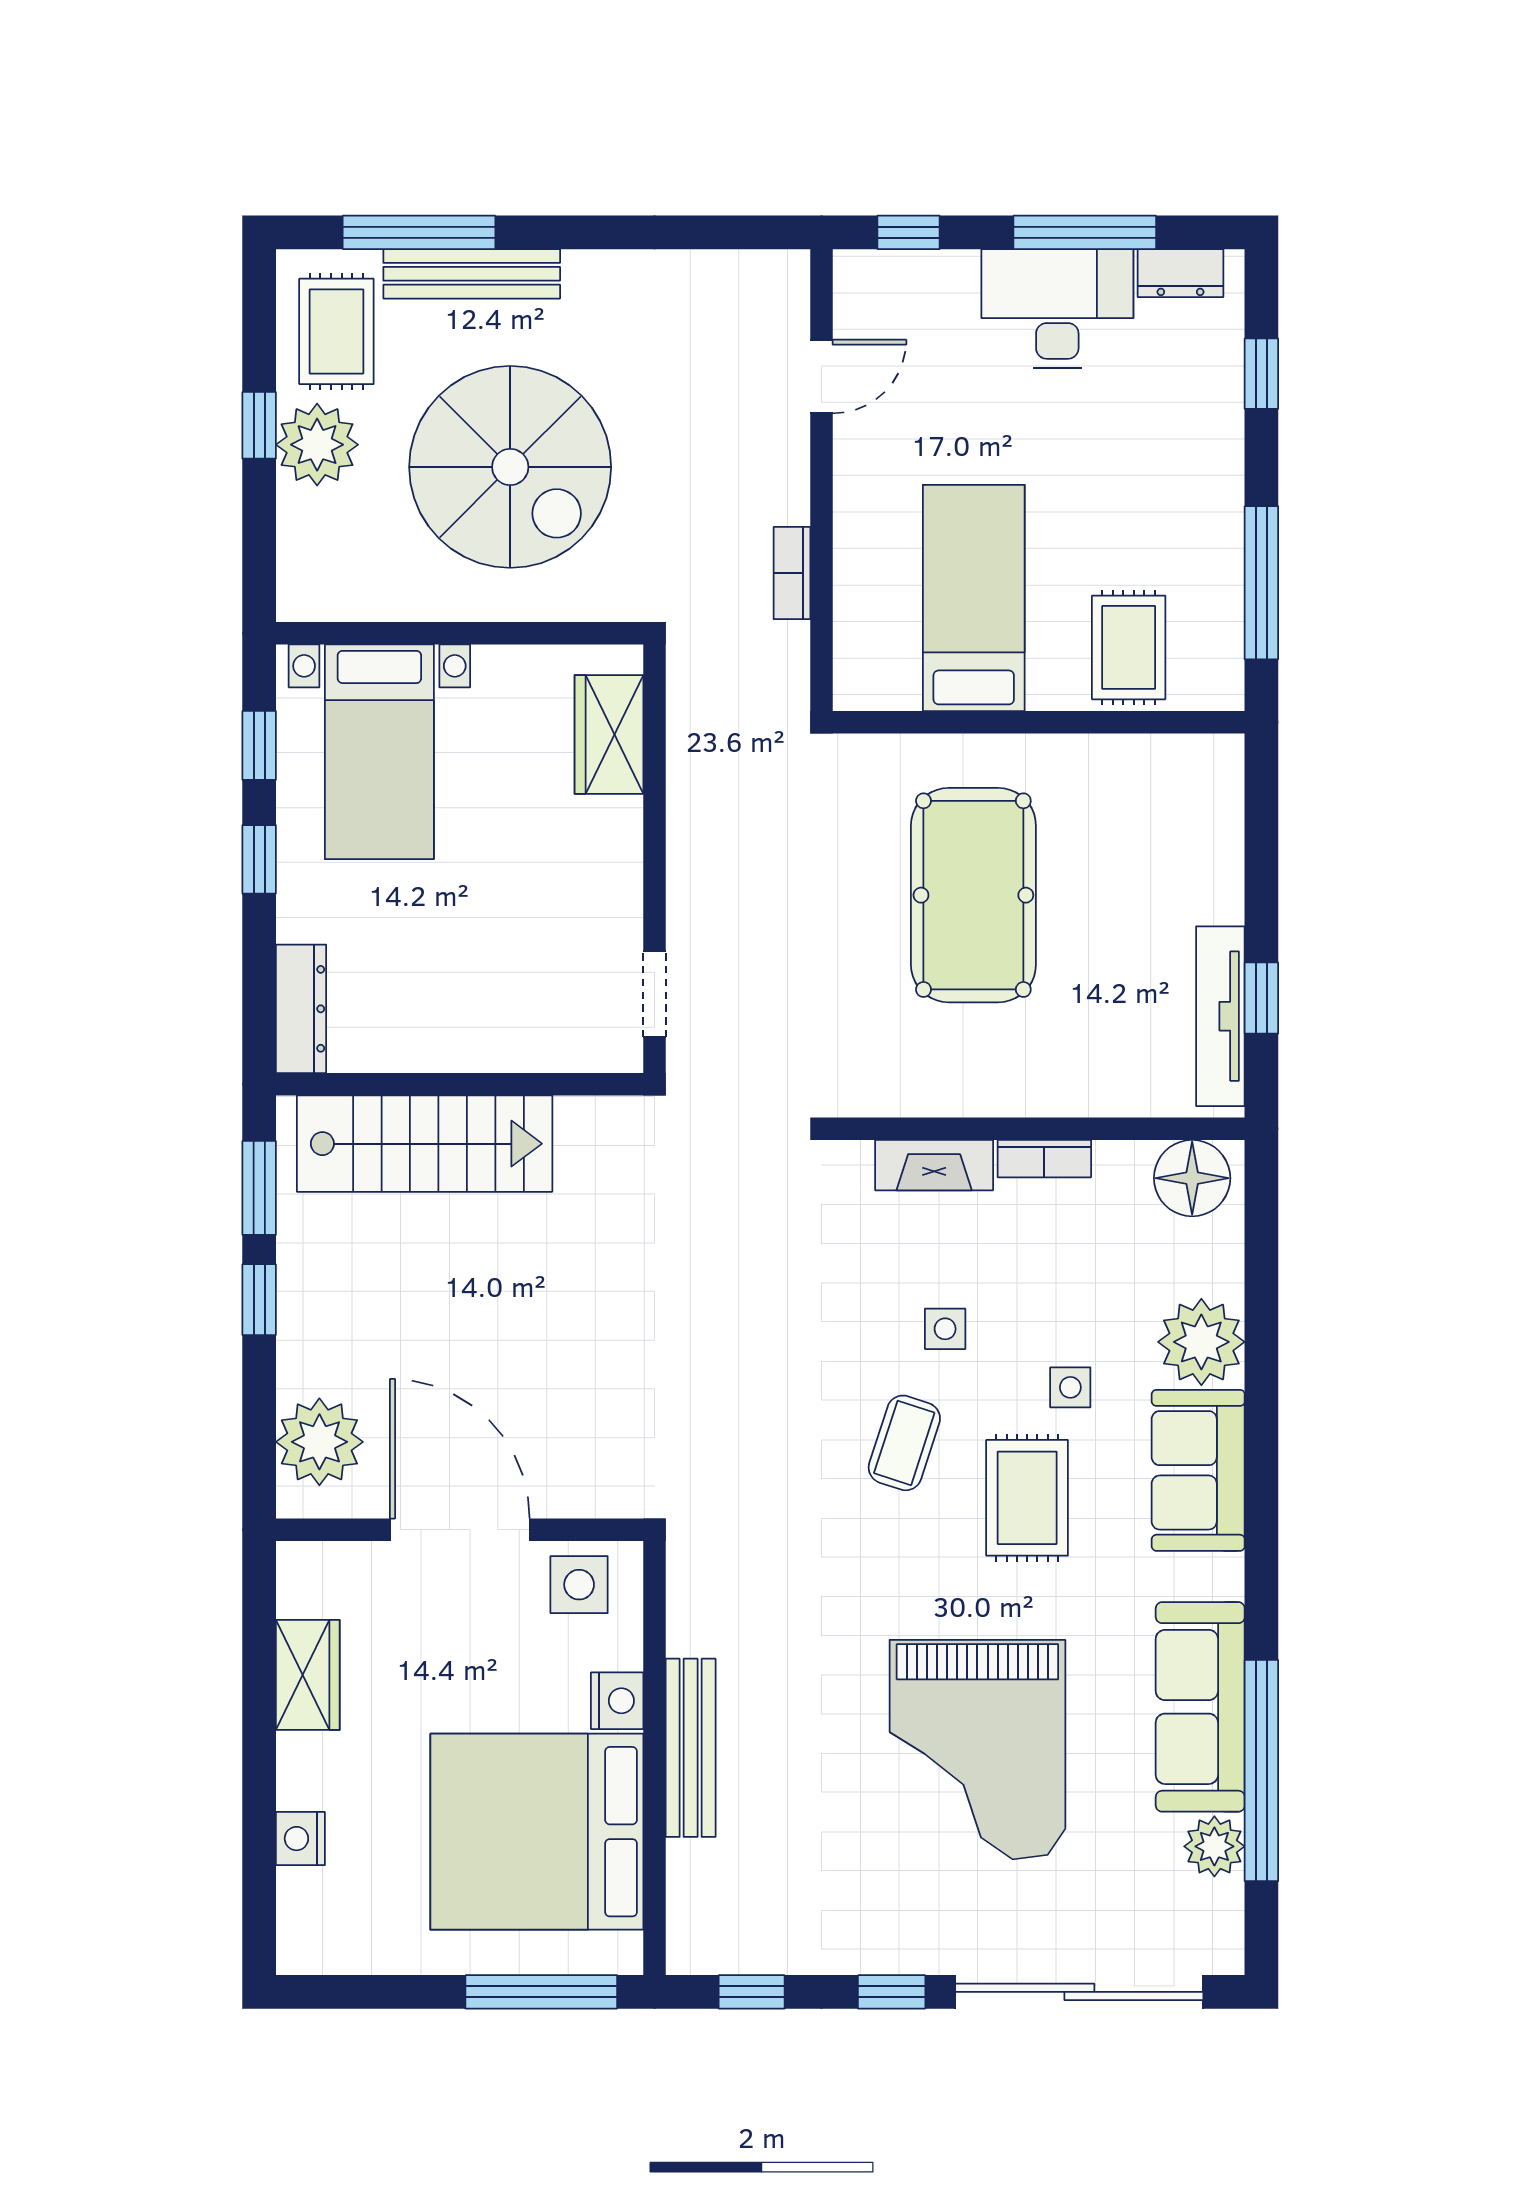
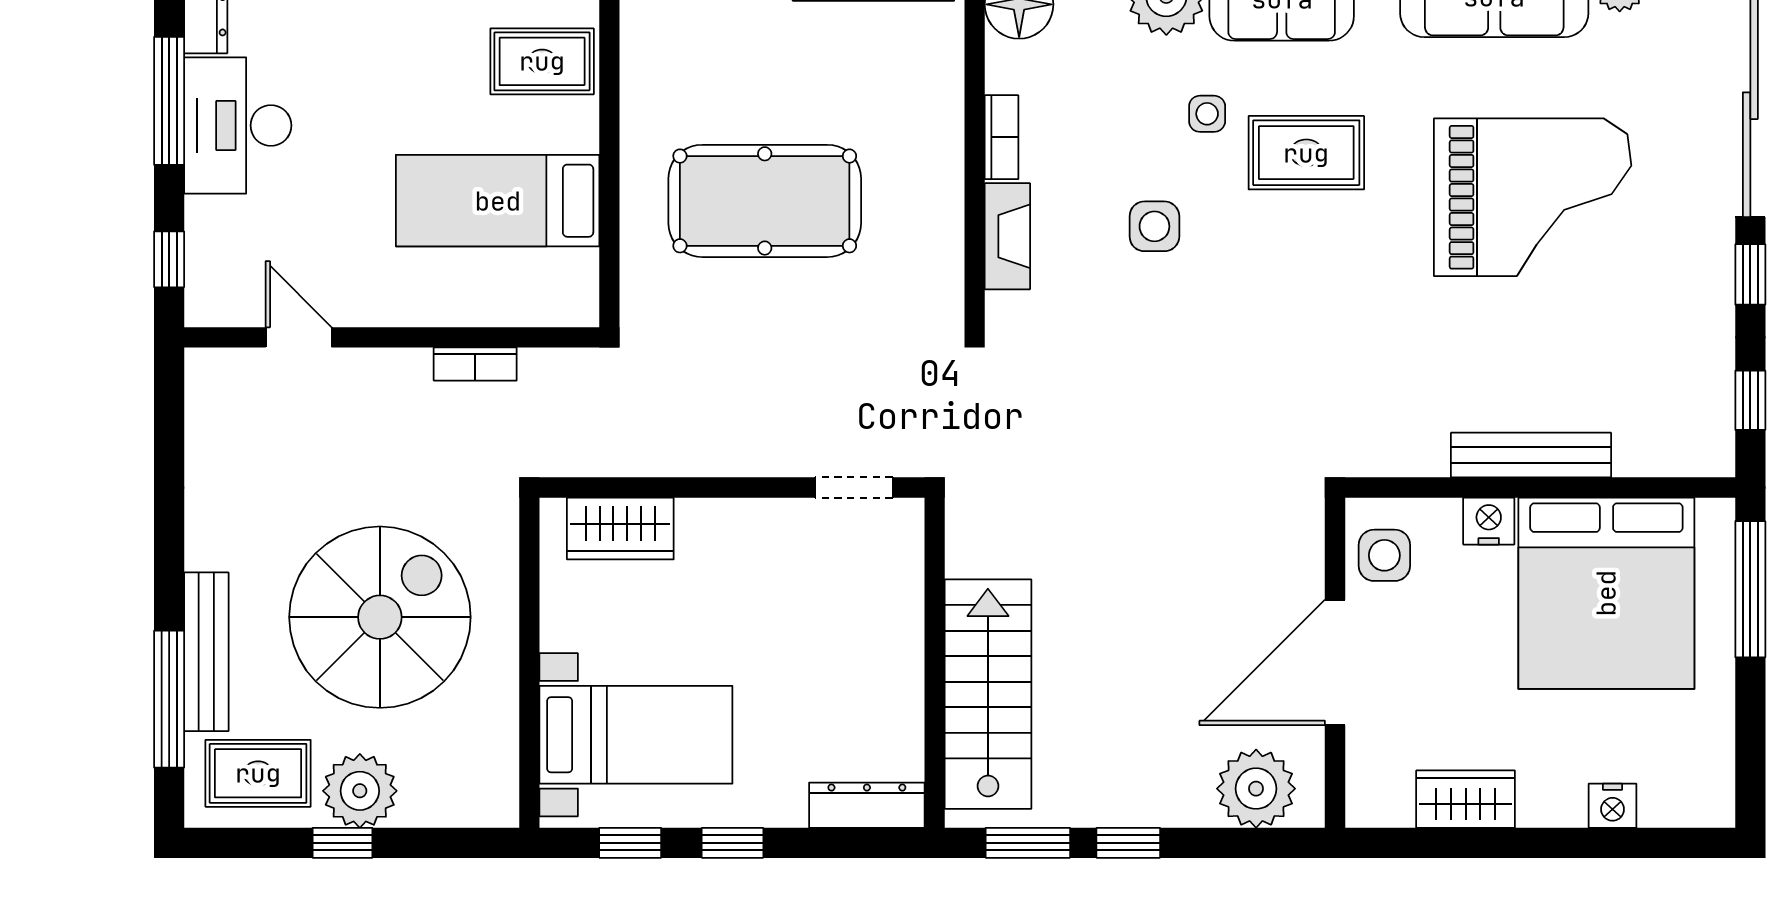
side table: (945, 1329) -> (1154, 226), width x1.37, depth x1.37
coffee table: (904, 1443) -> (1257, 263), removed

